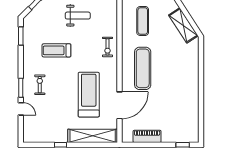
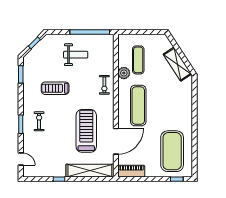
plant: (128, 35) -> (124, 73), added
door: (21, 109) -> (21, 159), moved
exercise mat: (178, 116) -> (172, 151), added
piano: (147, 136) -> (131, 171), moved

